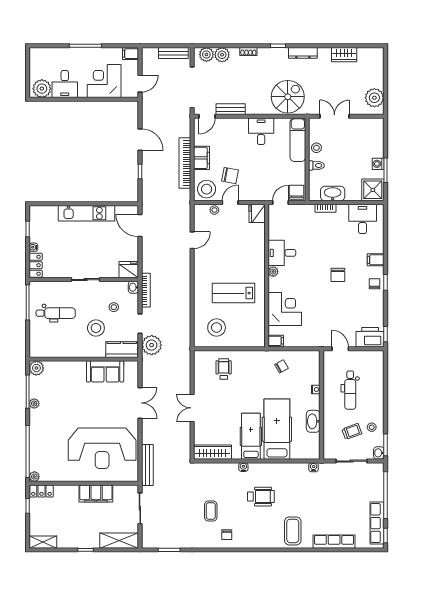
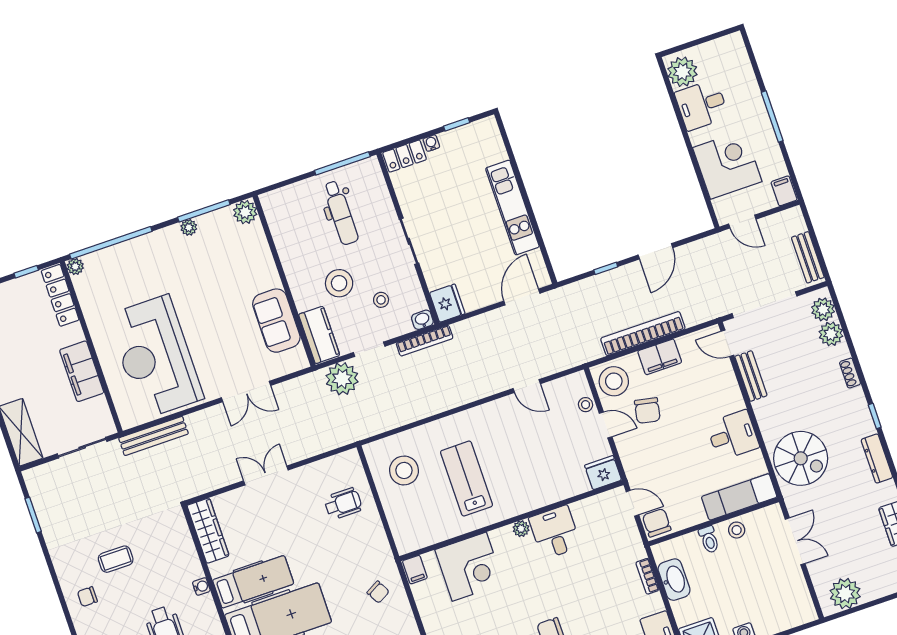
chair: (296, 192) -> (657, 523), turned -90
locker: (41, 491) -> (60, 295), width x1.53

